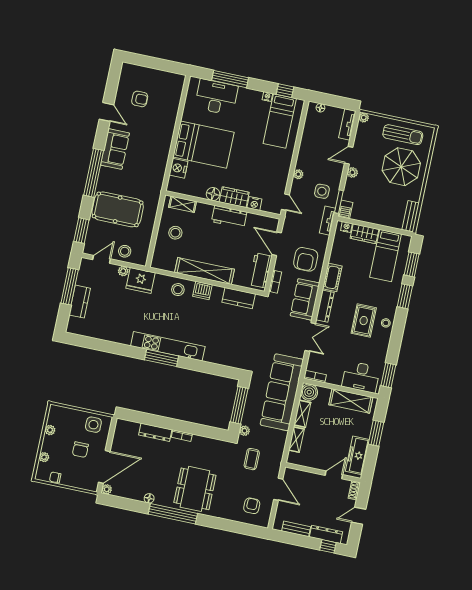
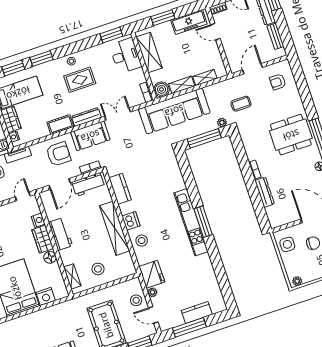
plant: (50, 430) -> (297, 281), moved

